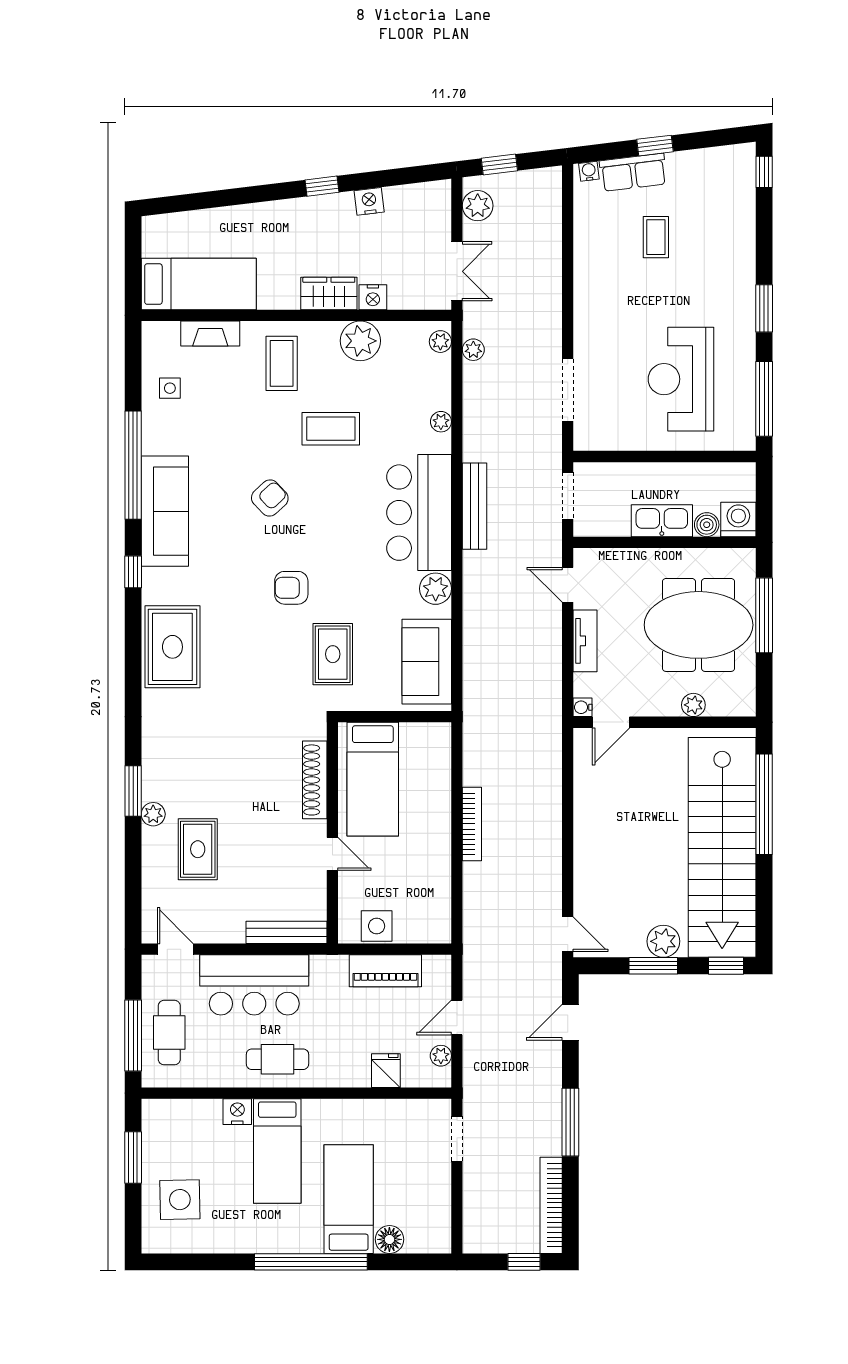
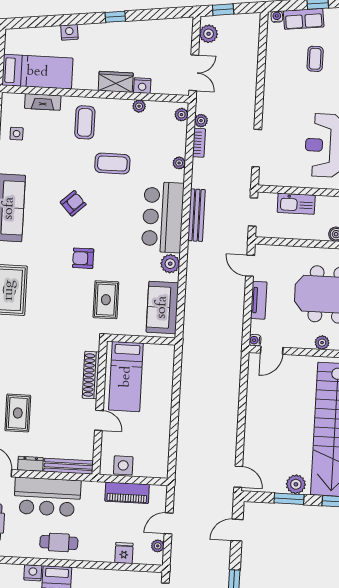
nightstand: (369, 201) -> (69, 32), moved
plant: (360, 341) -> (139, 106), width x0.53, depth x0.53
kitchen sink: (662, 521) -> (296, 204), moved, turned 180
bookcase: (472, 824) -> (199, 143), moved, width x0.64
dresser: (223, 932) -> (30, 464), added

